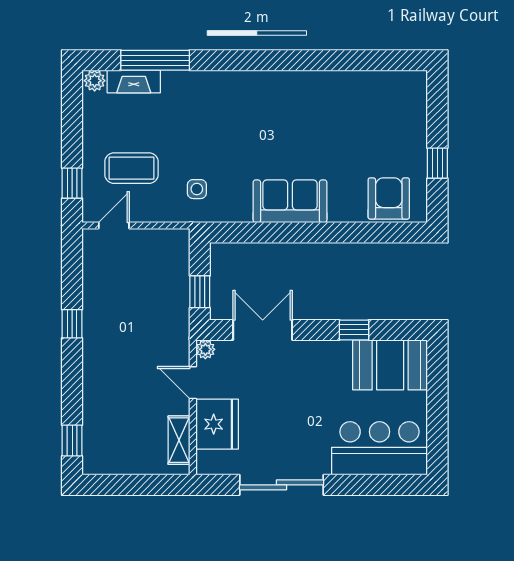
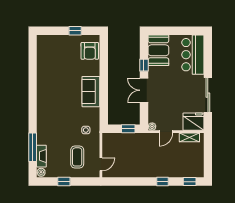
window: (72, 183) -> (64, 182), moved
armchair: (389, 198) -> (90, 51), turned -90
door: (114, 225) -> (101, 164), swing flipped
window: (72, 324) -> (163, 182), moved
double door: (263, 330) -> (144, 90), moved
fridge: (217, 424) -> (193, 122), moved

